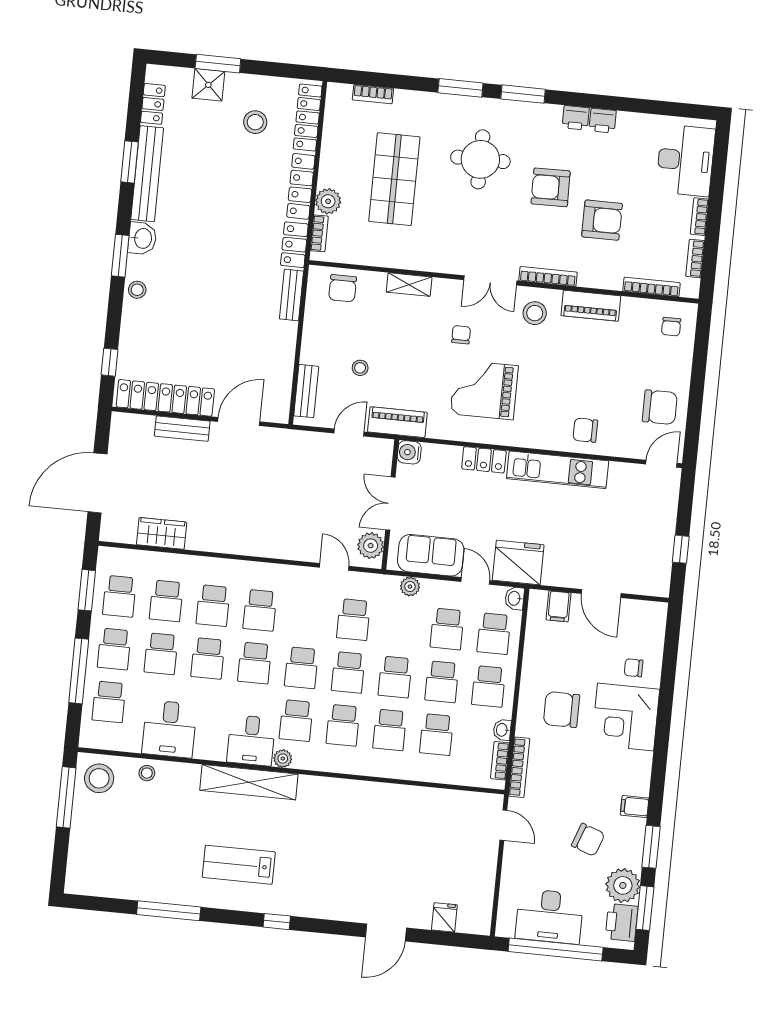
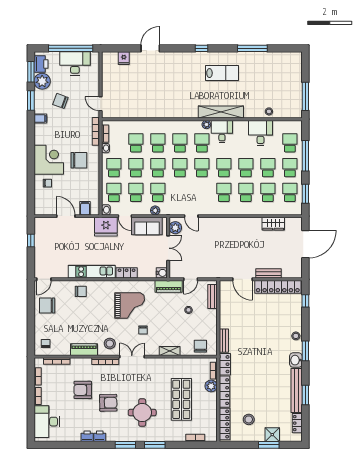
door: (239, 422) -> (242, 279), hinge flipped
school desk: (353, 620) -> (158, 192), moved
stool: (99, 778) -> (291, 107), removed

